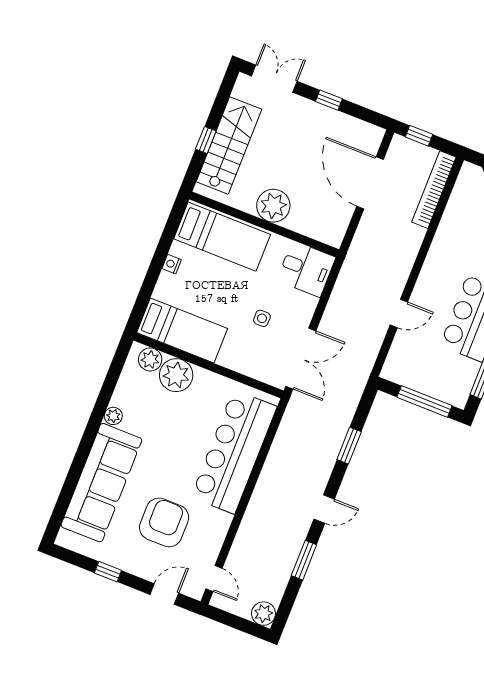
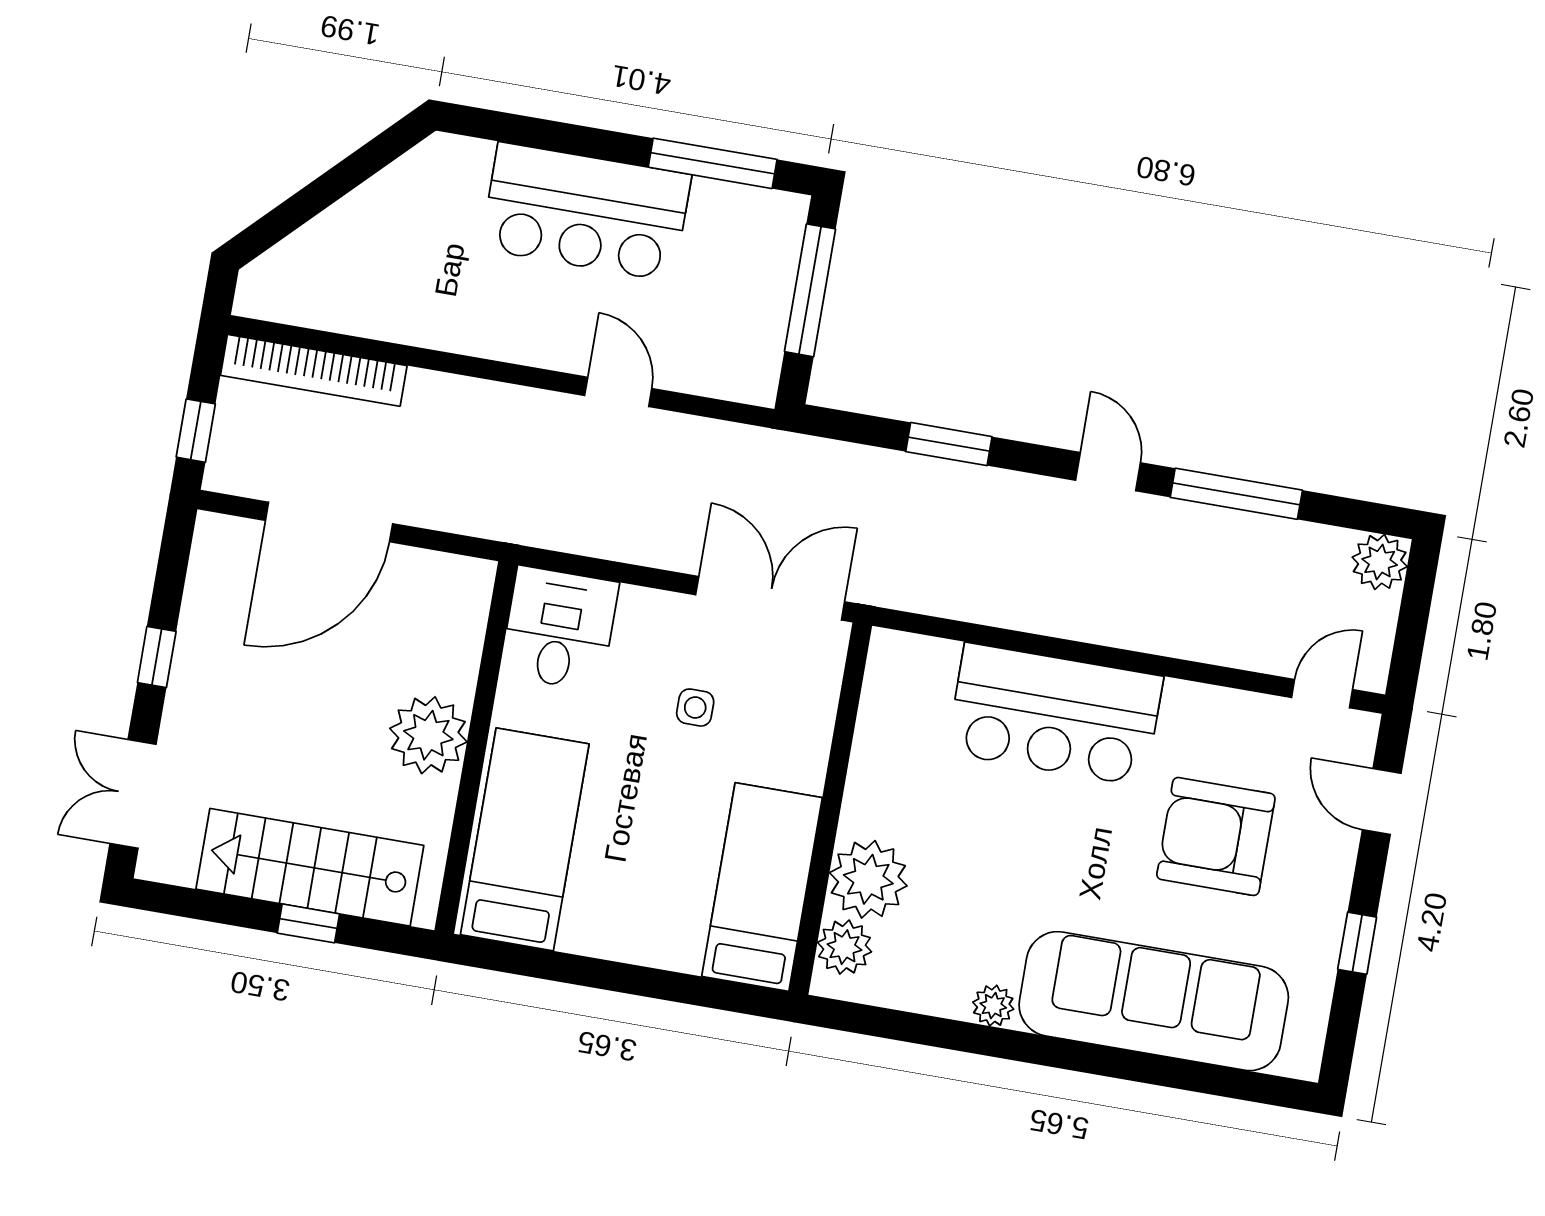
nightstand: (172, 264) -> (613, 943), removed
bar counter: (234, 452) -> (1055, 714), width x0.73
window: (304, 560) -> (1236, 494), width x1.44

